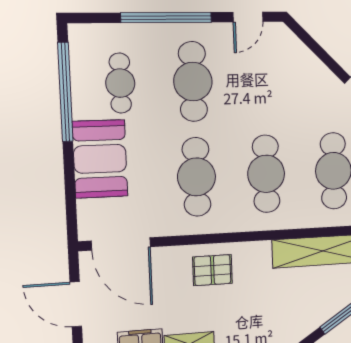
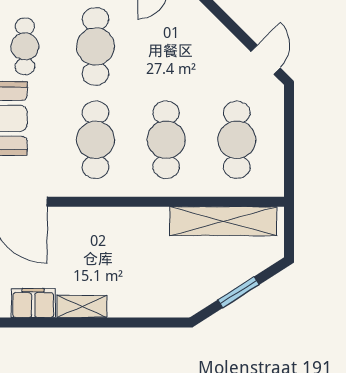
pallet: (212, 270) -> (108, 233), removed

